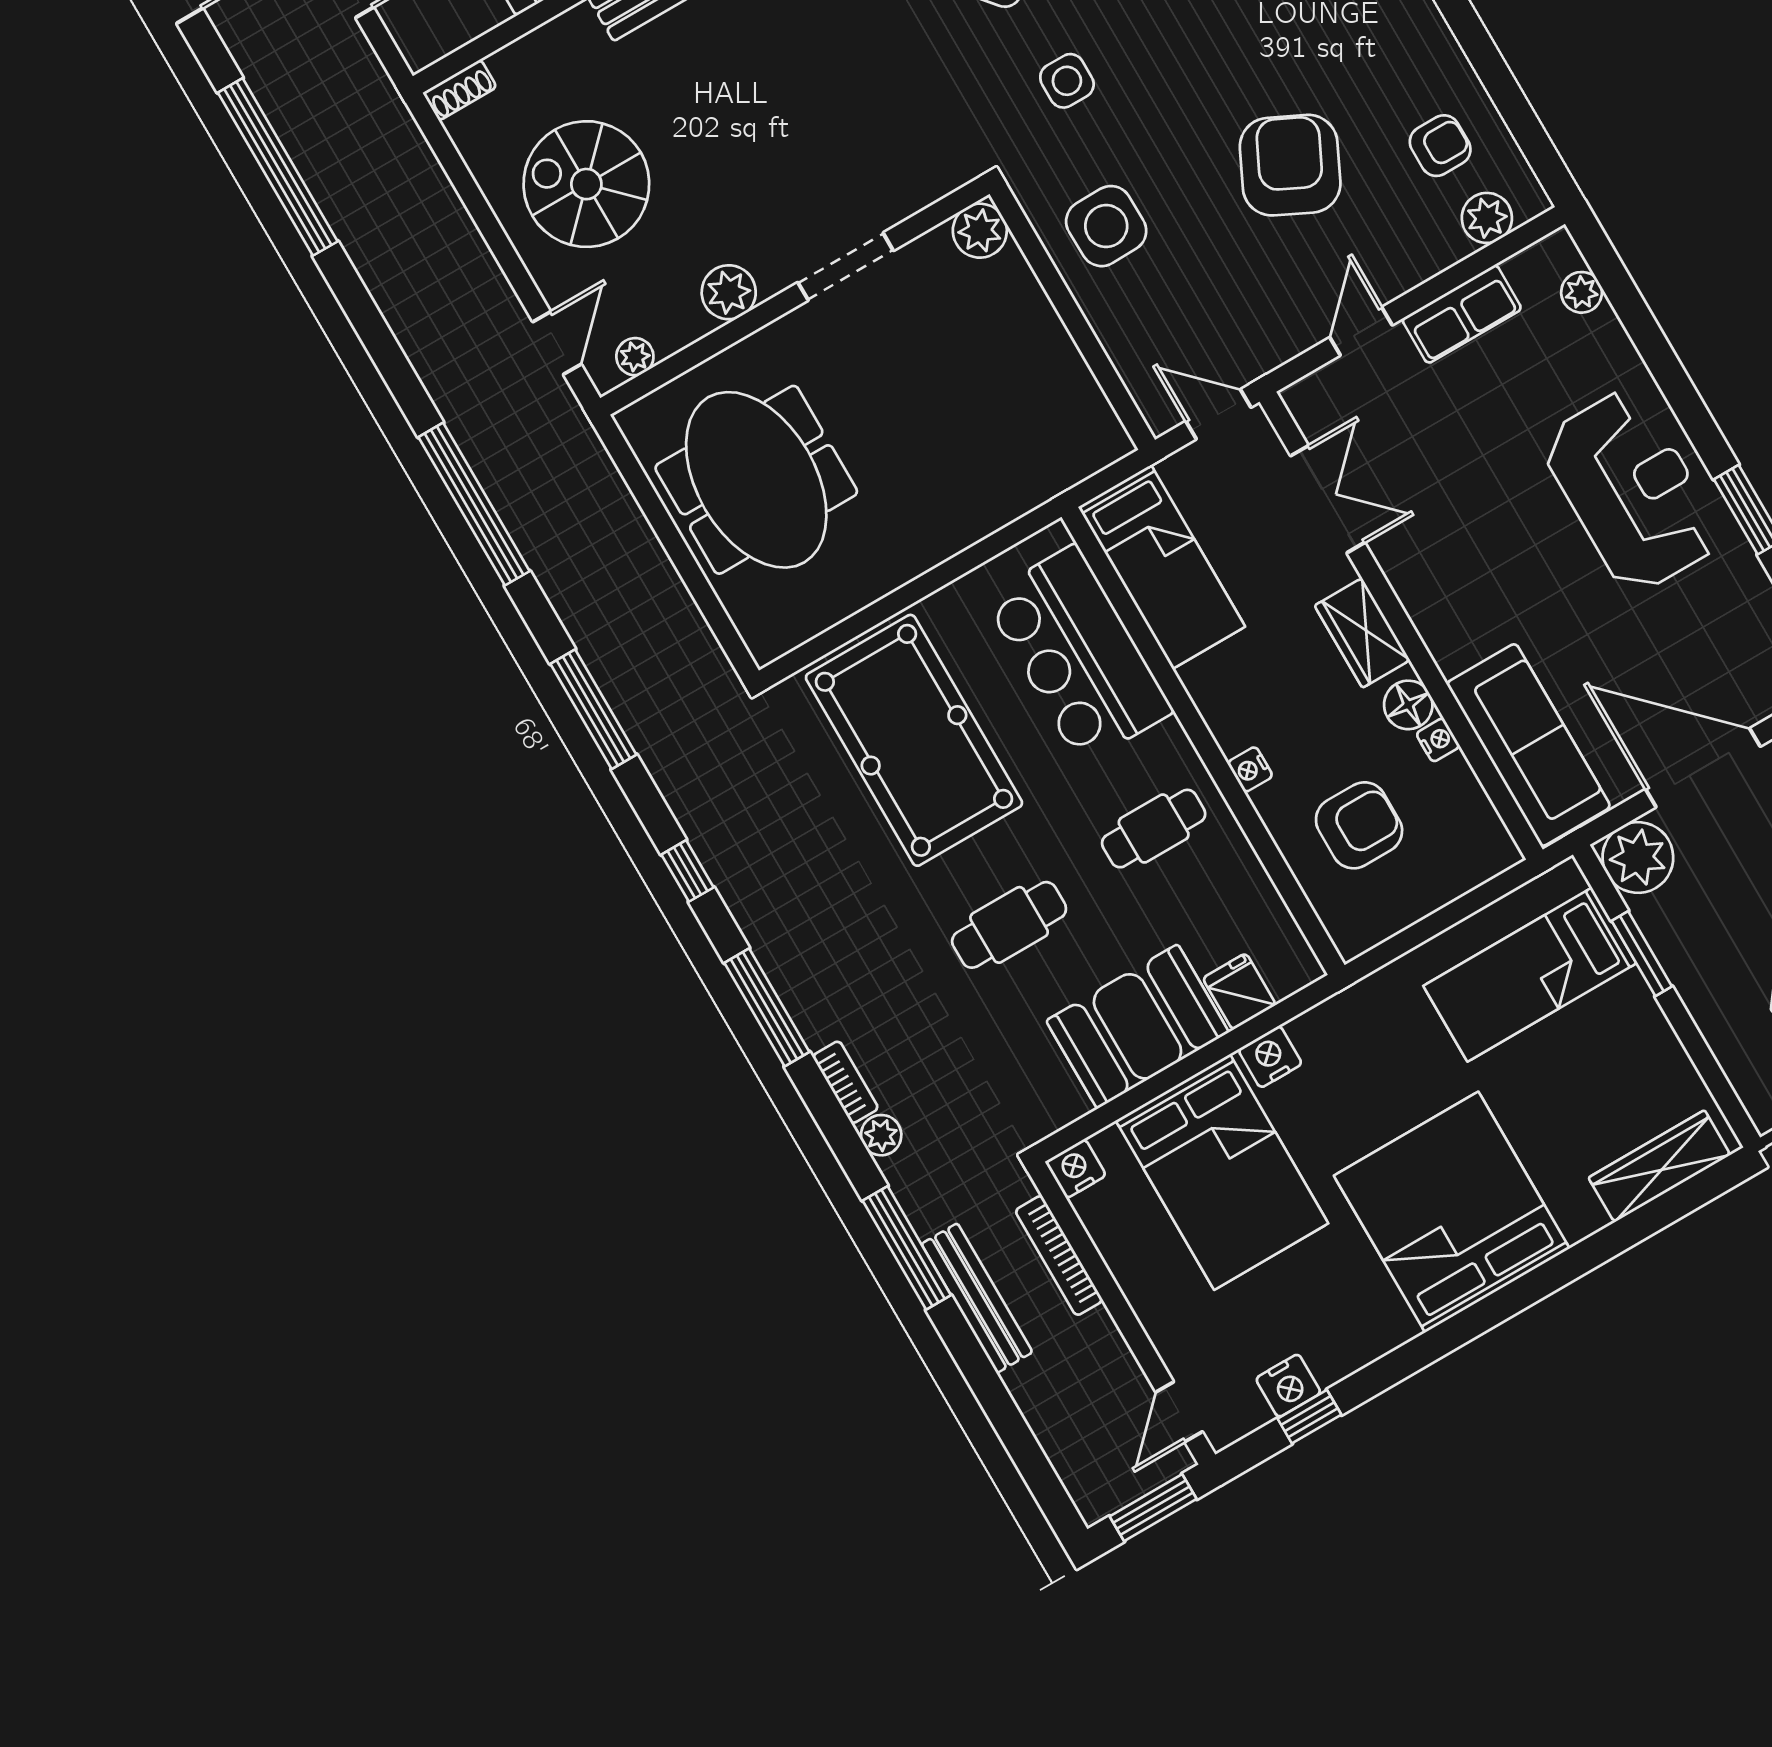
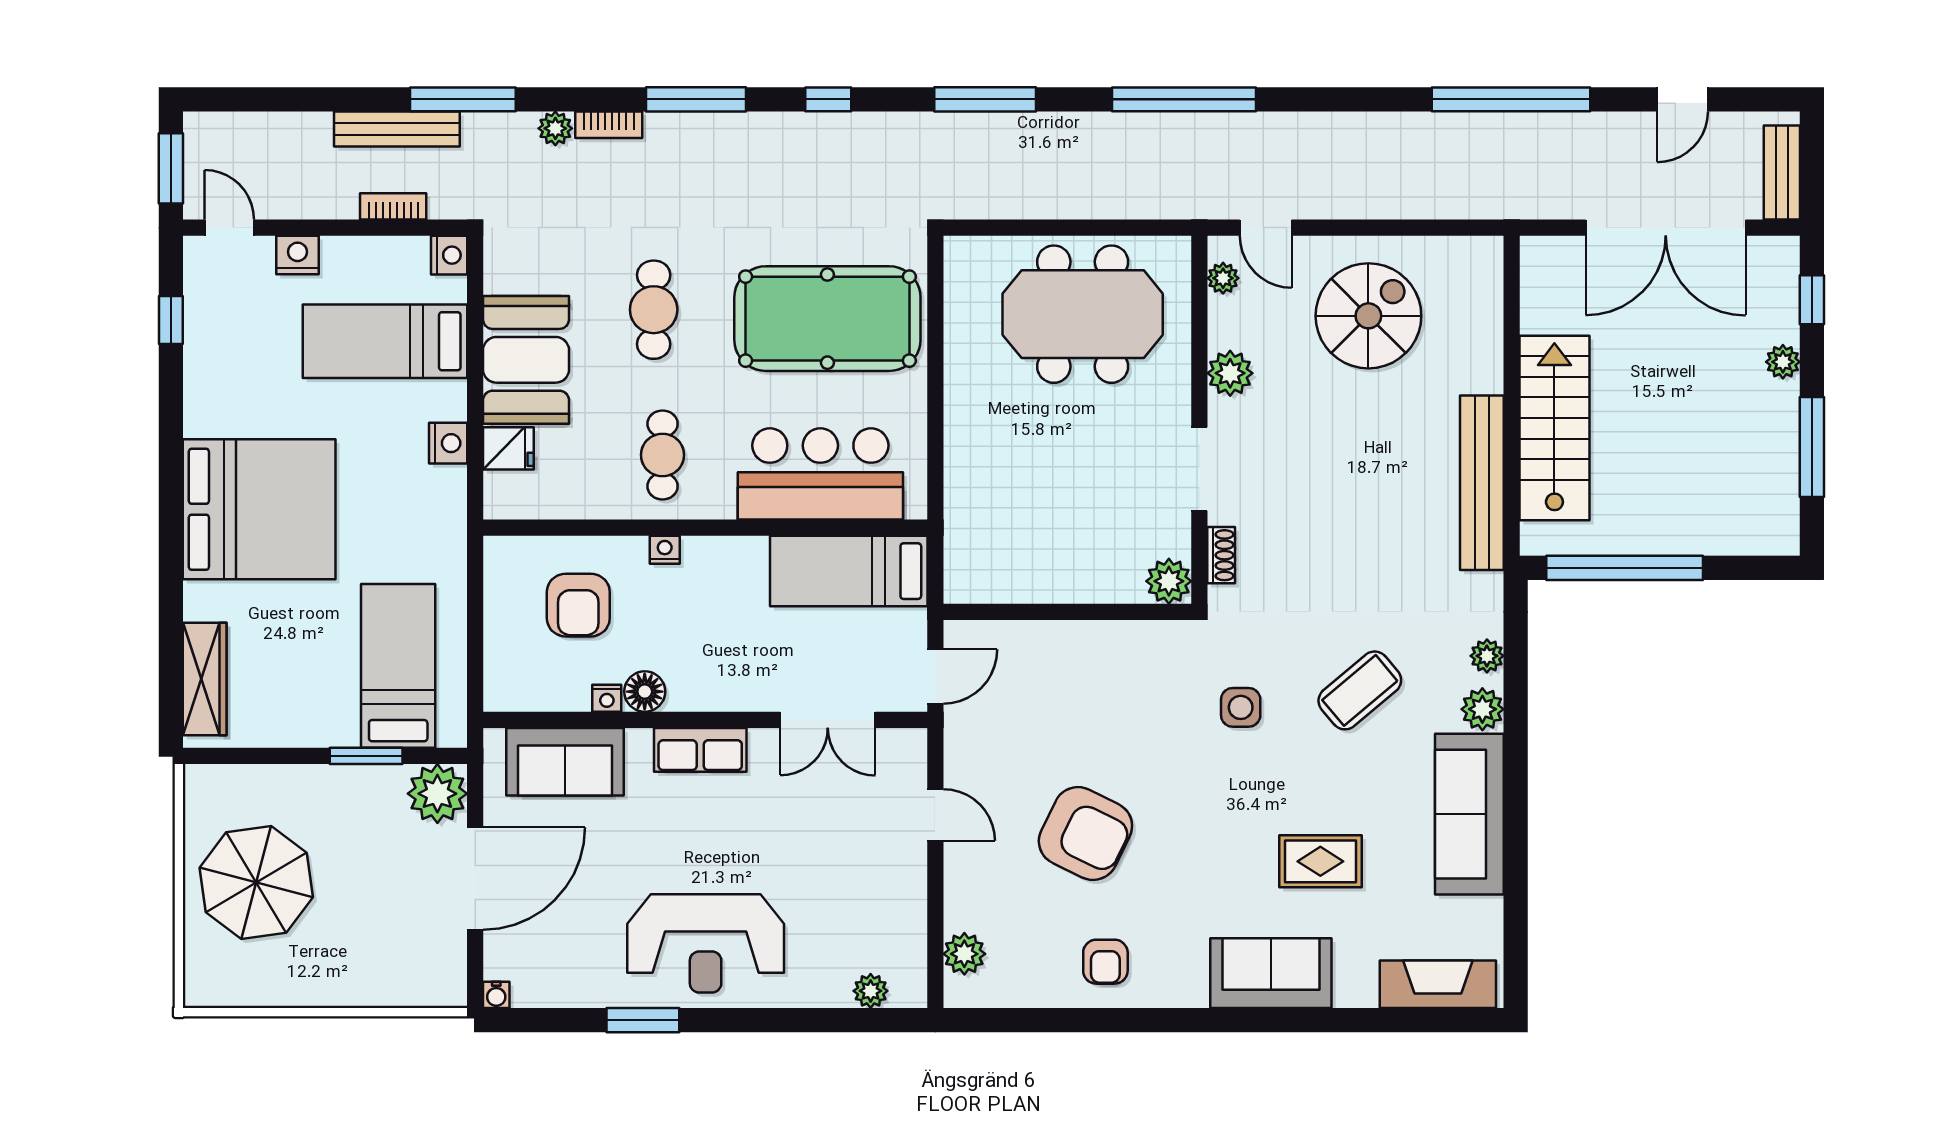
shoe rack: (460, 90) -> (1221, 555), moved, turned 180
armchair: (1440, 146) -> (1105, 962), moved
side table: (1106, 226) -> (1119, 675), removed
row of seats: (1462, 314) -> (700, 750), moved, turned -90
wardrobe: (1362, 633) -> (716, 689), removed
sofa: (1529, 745) -> (565, 762), width x0.73
bed: (1222, 1172) -> (385, 341), width x0.67
bookcase: (1059, 1256) -> (393, 206), width x0.64
nightstand: (1288, 1386) -> (297, 255), moved, turned 90

